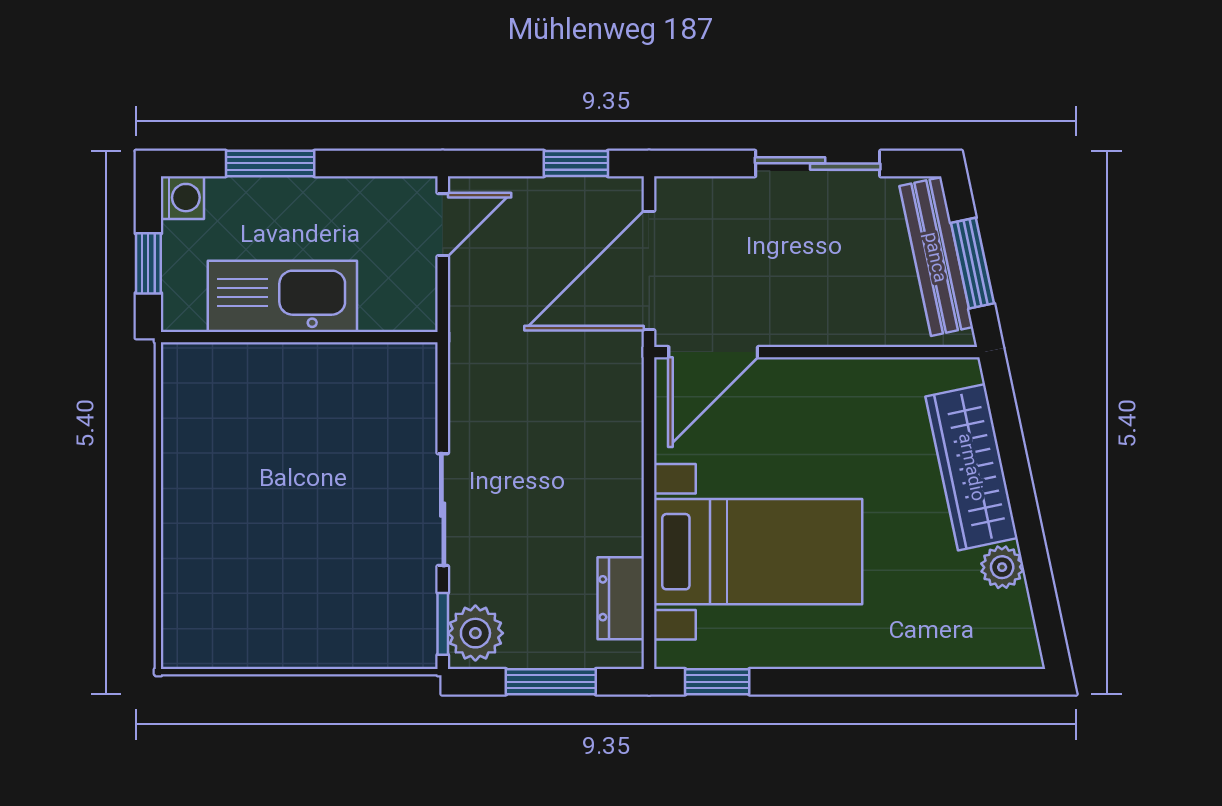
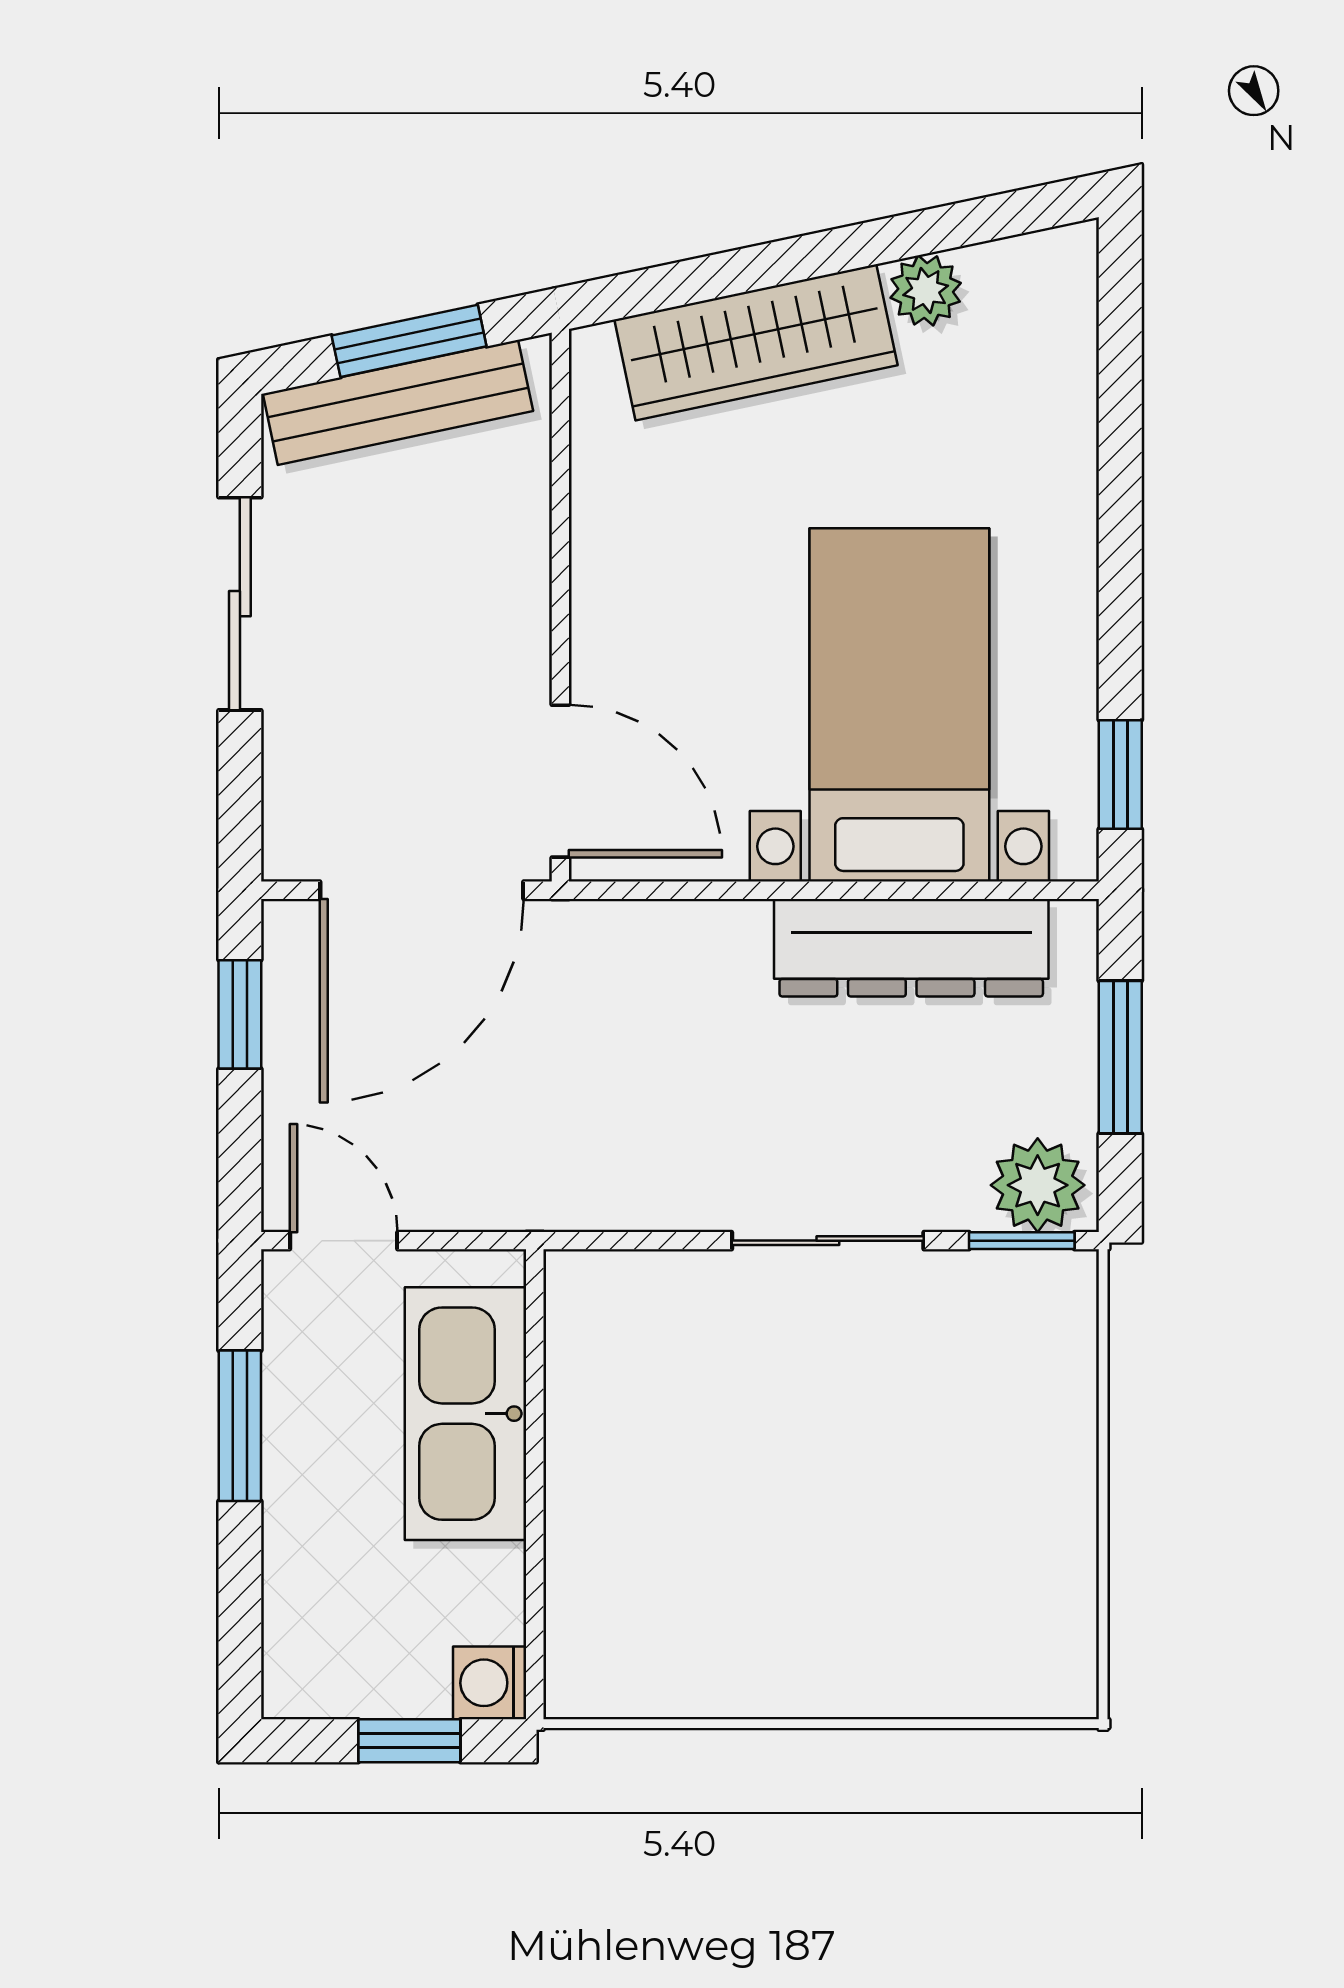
window: (270, 163) -> (240, 1426), moved
washing machine: (182, 198) -> (490, 1683), moved, turned -90
door: (649, 271) -> (422, 890), hinge flipped
kitchen sink: (282, 296) -> (465, 1414), moved
dresser: (621, 598) -> (911, 948), width x1.96, depth x1.24

